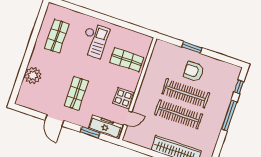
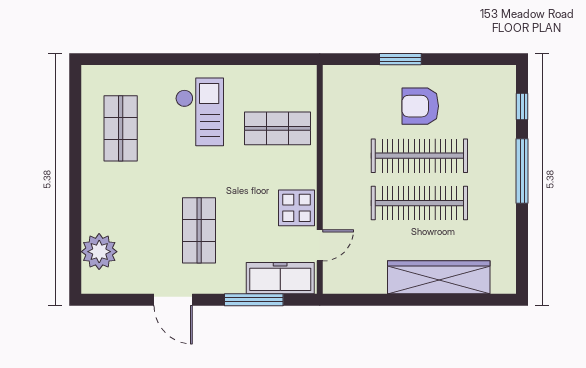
plant: (33, 76) -> (99, 252), moved
window: (90, 132) -> (254, 300), width x1.44

